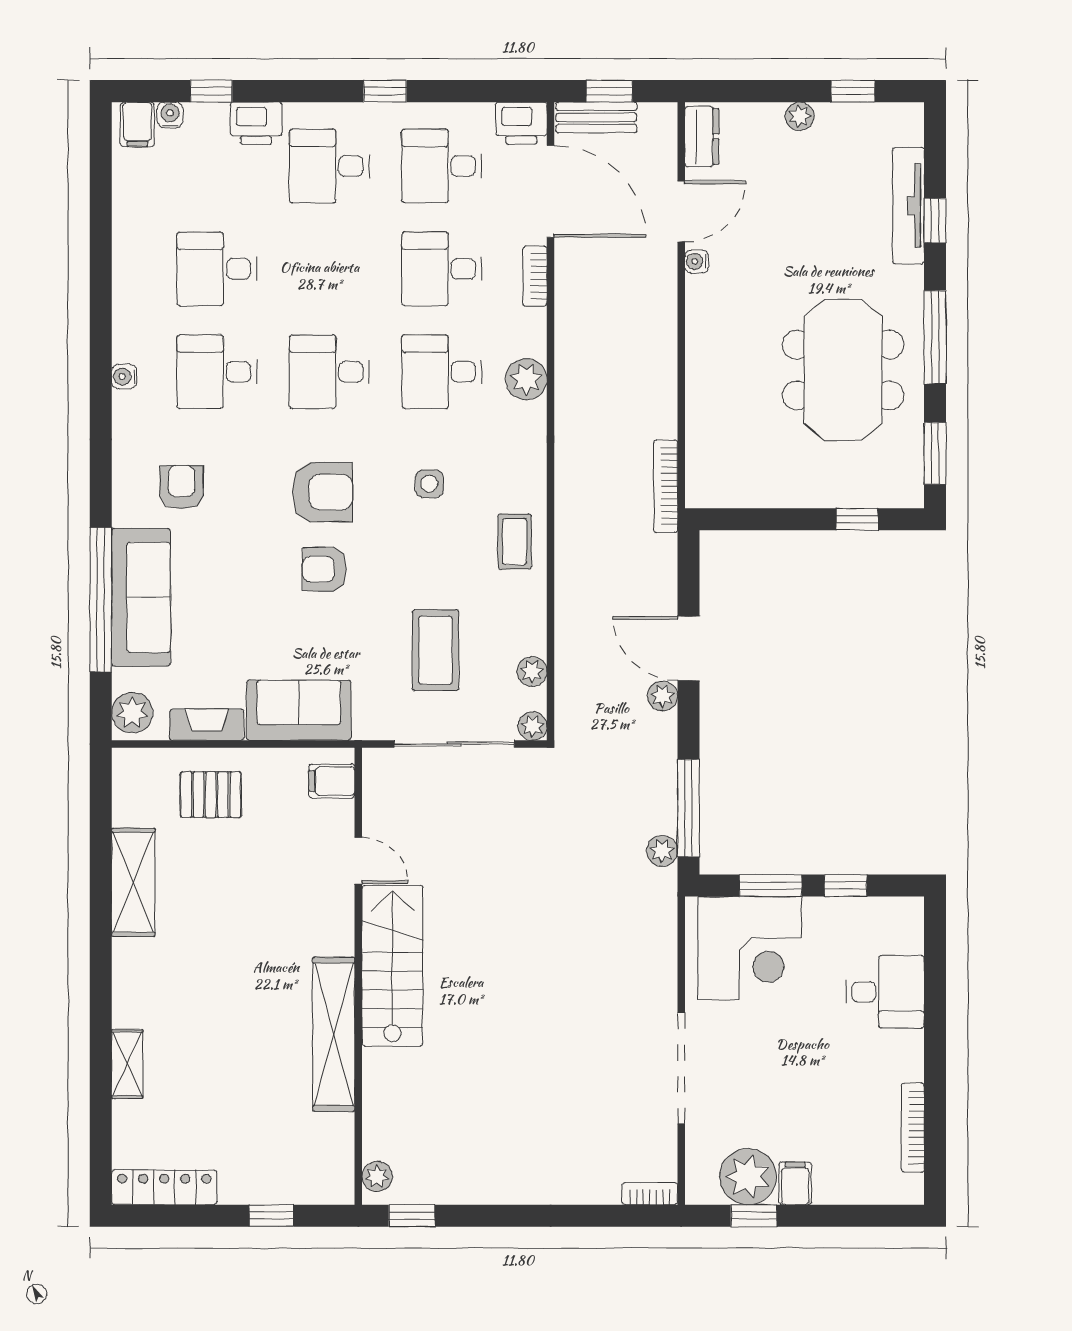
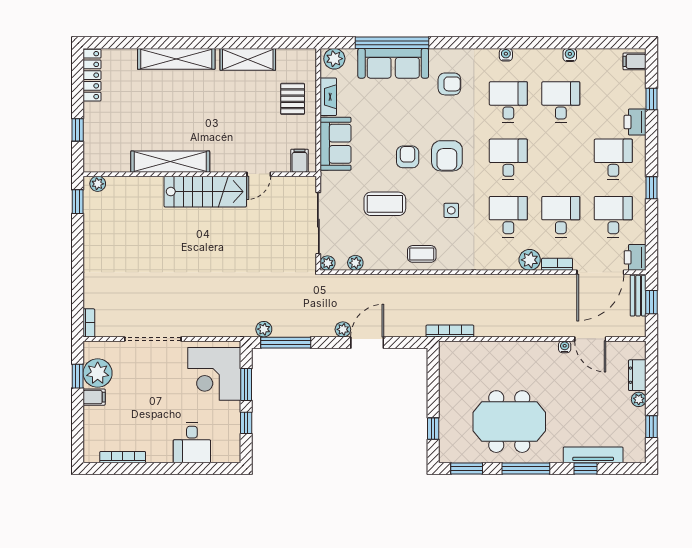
water cooler: (170, 115) -> (570, 55), moved, turned -90
dresser: (702, 137) -> (637, 375), moved, turned 90
plant: (526, 379) -> (530, 260), moved
coffee table: (436, 650) -> (385, 204), moved
shelving: (127, 1064) -> (176, 59), width x2.20, depth x1.33

